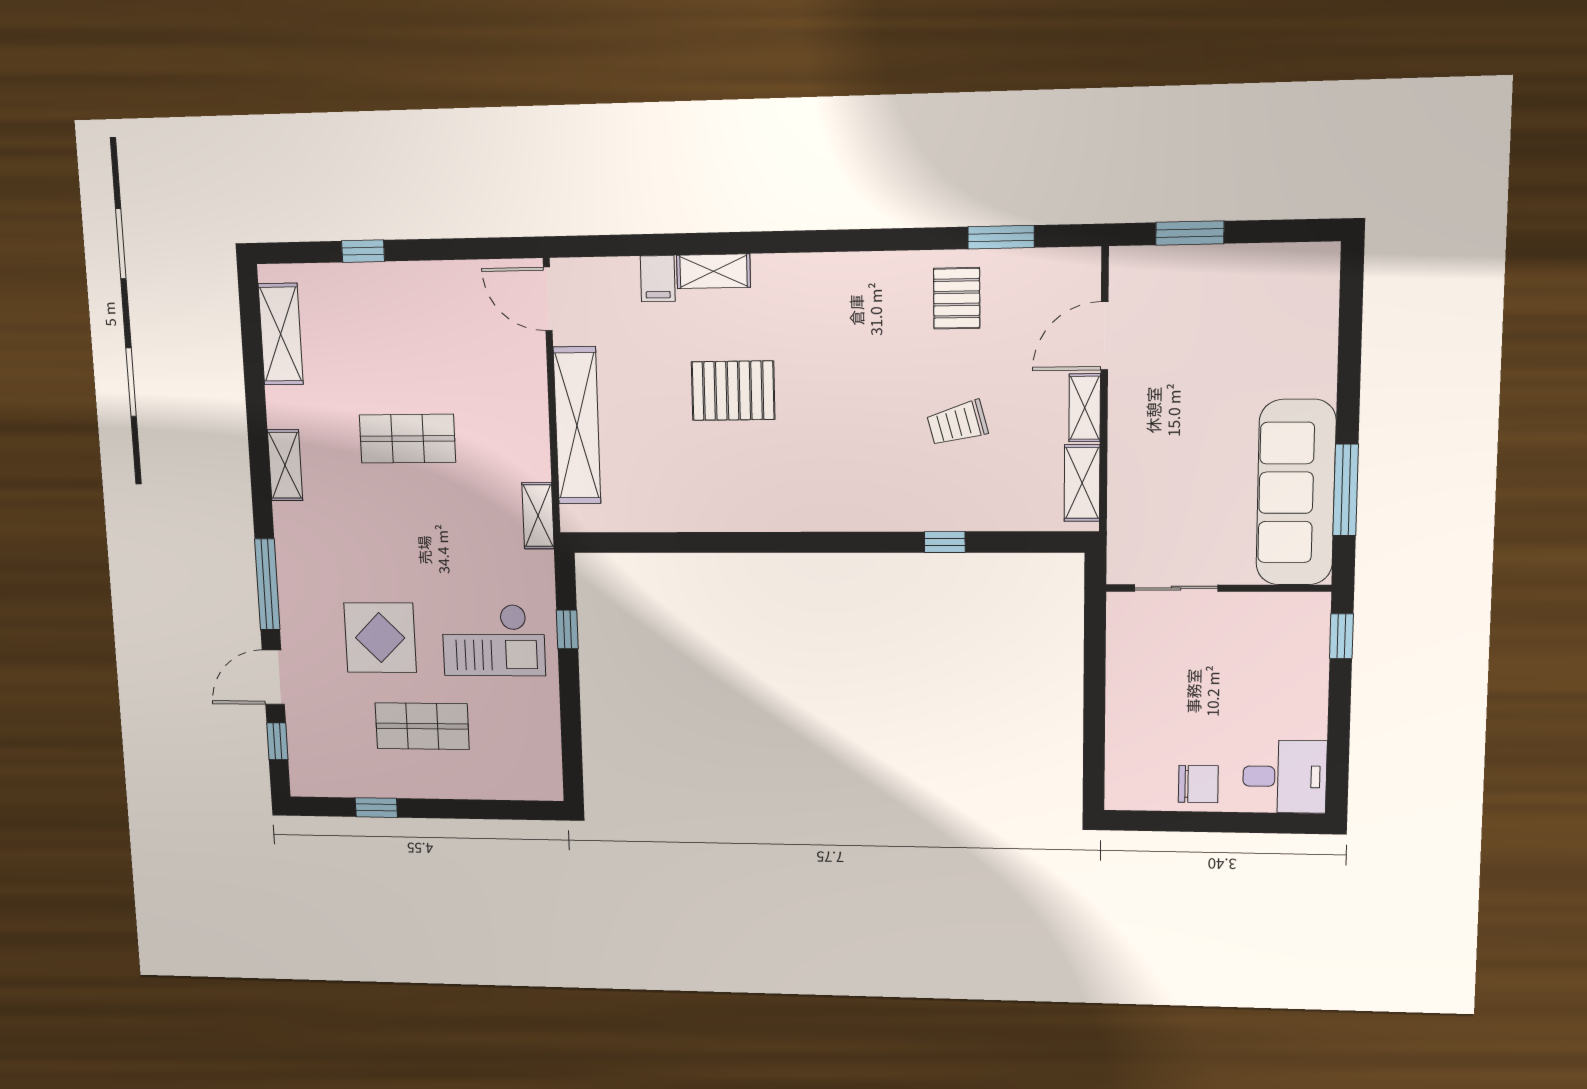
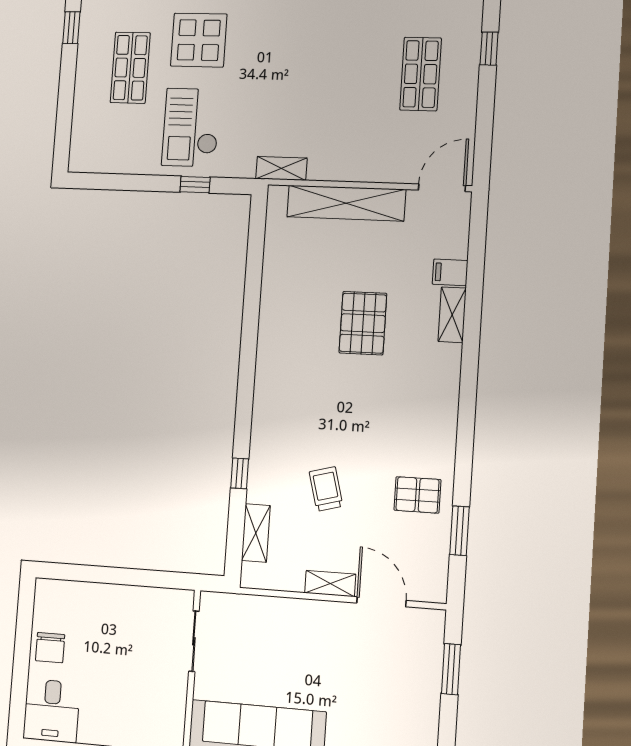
shop shelf: (407, 439) -> (421, 74), moved
shelving: (1082, 483) -> (256, 533), moved, turned 90

